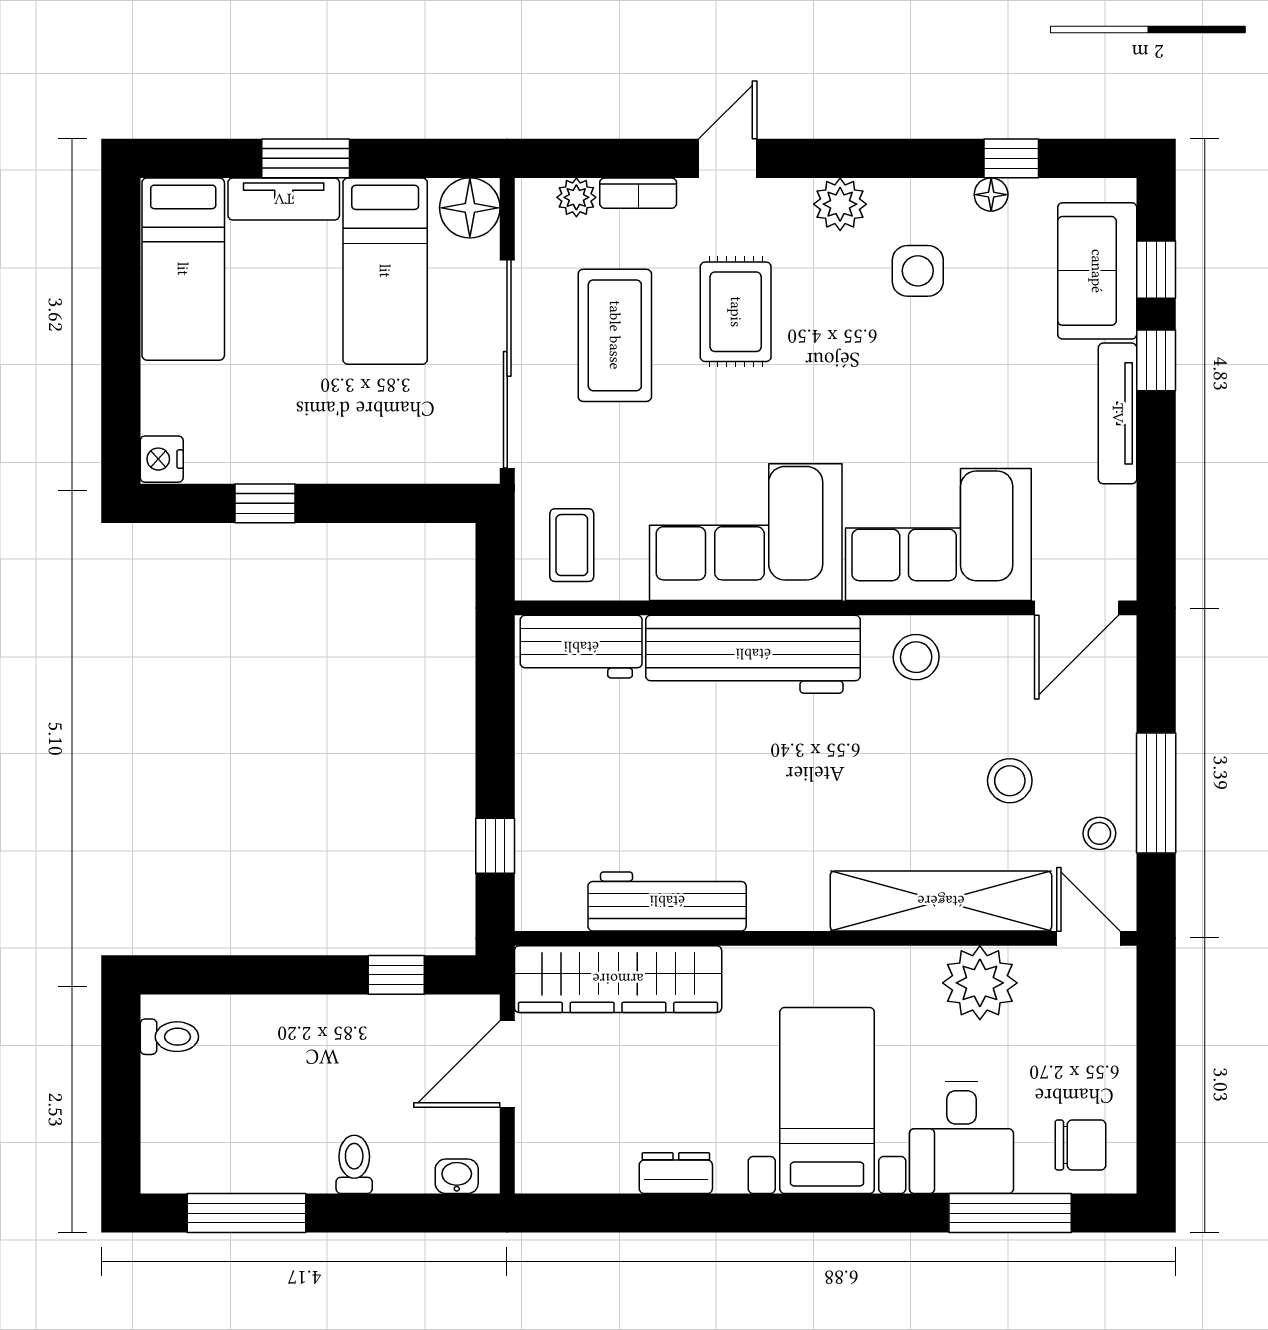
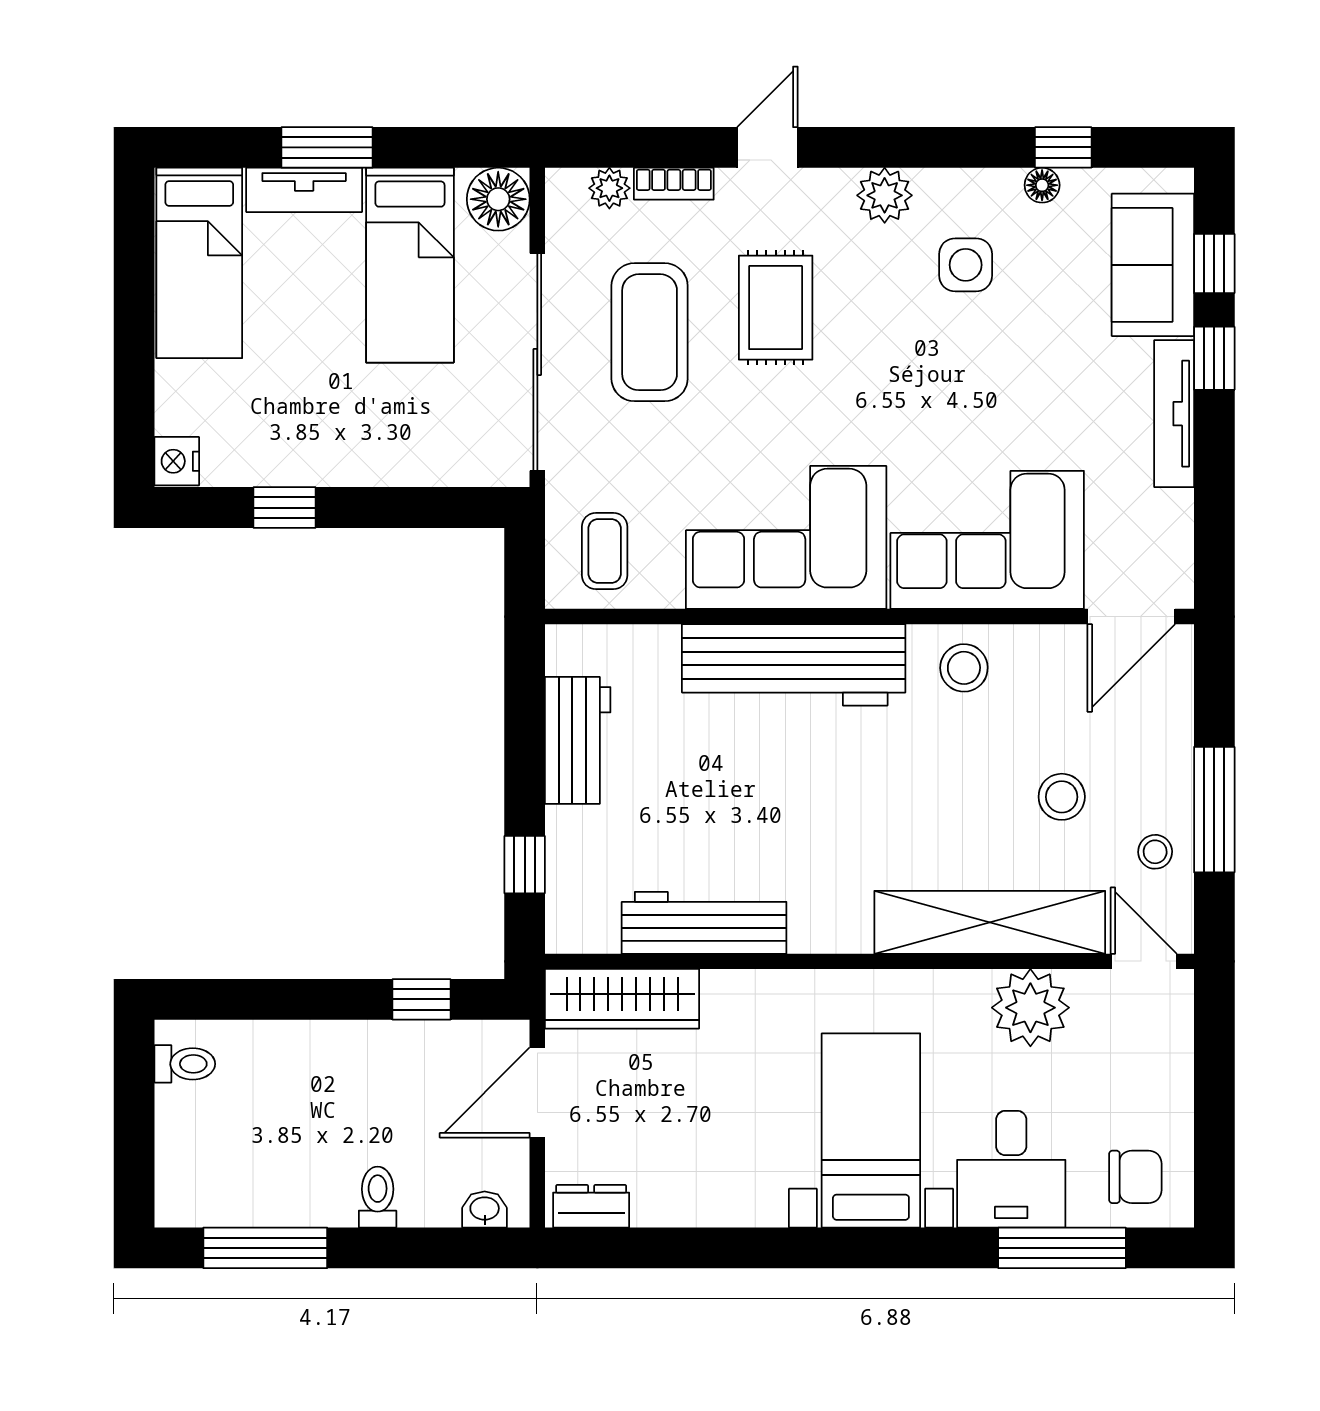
workbench: (581, 647) -> (578, 740), moved, turned -90
wardrobe: (618, 979) -> (622, 999), width x0.71, depth x0.85
dresser: (676, 1173) -> (591, 1206), moved

